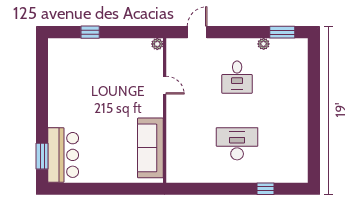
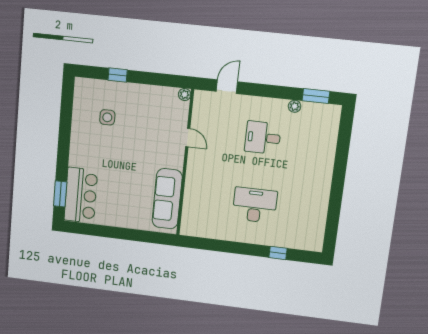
side table: (84, 74) -> (107, 117), added
desk: (237, 77) -> (263, 138), turned 90

